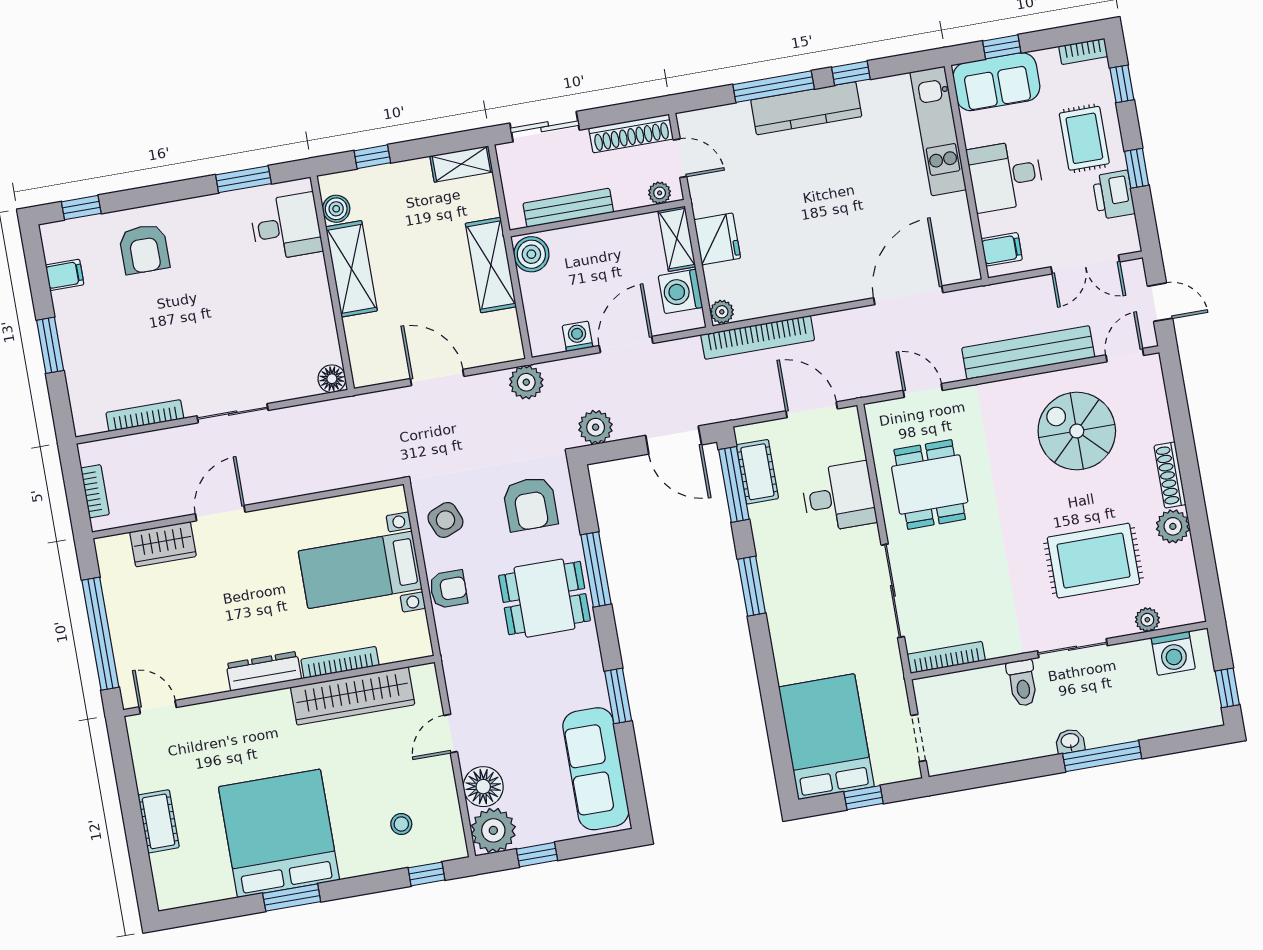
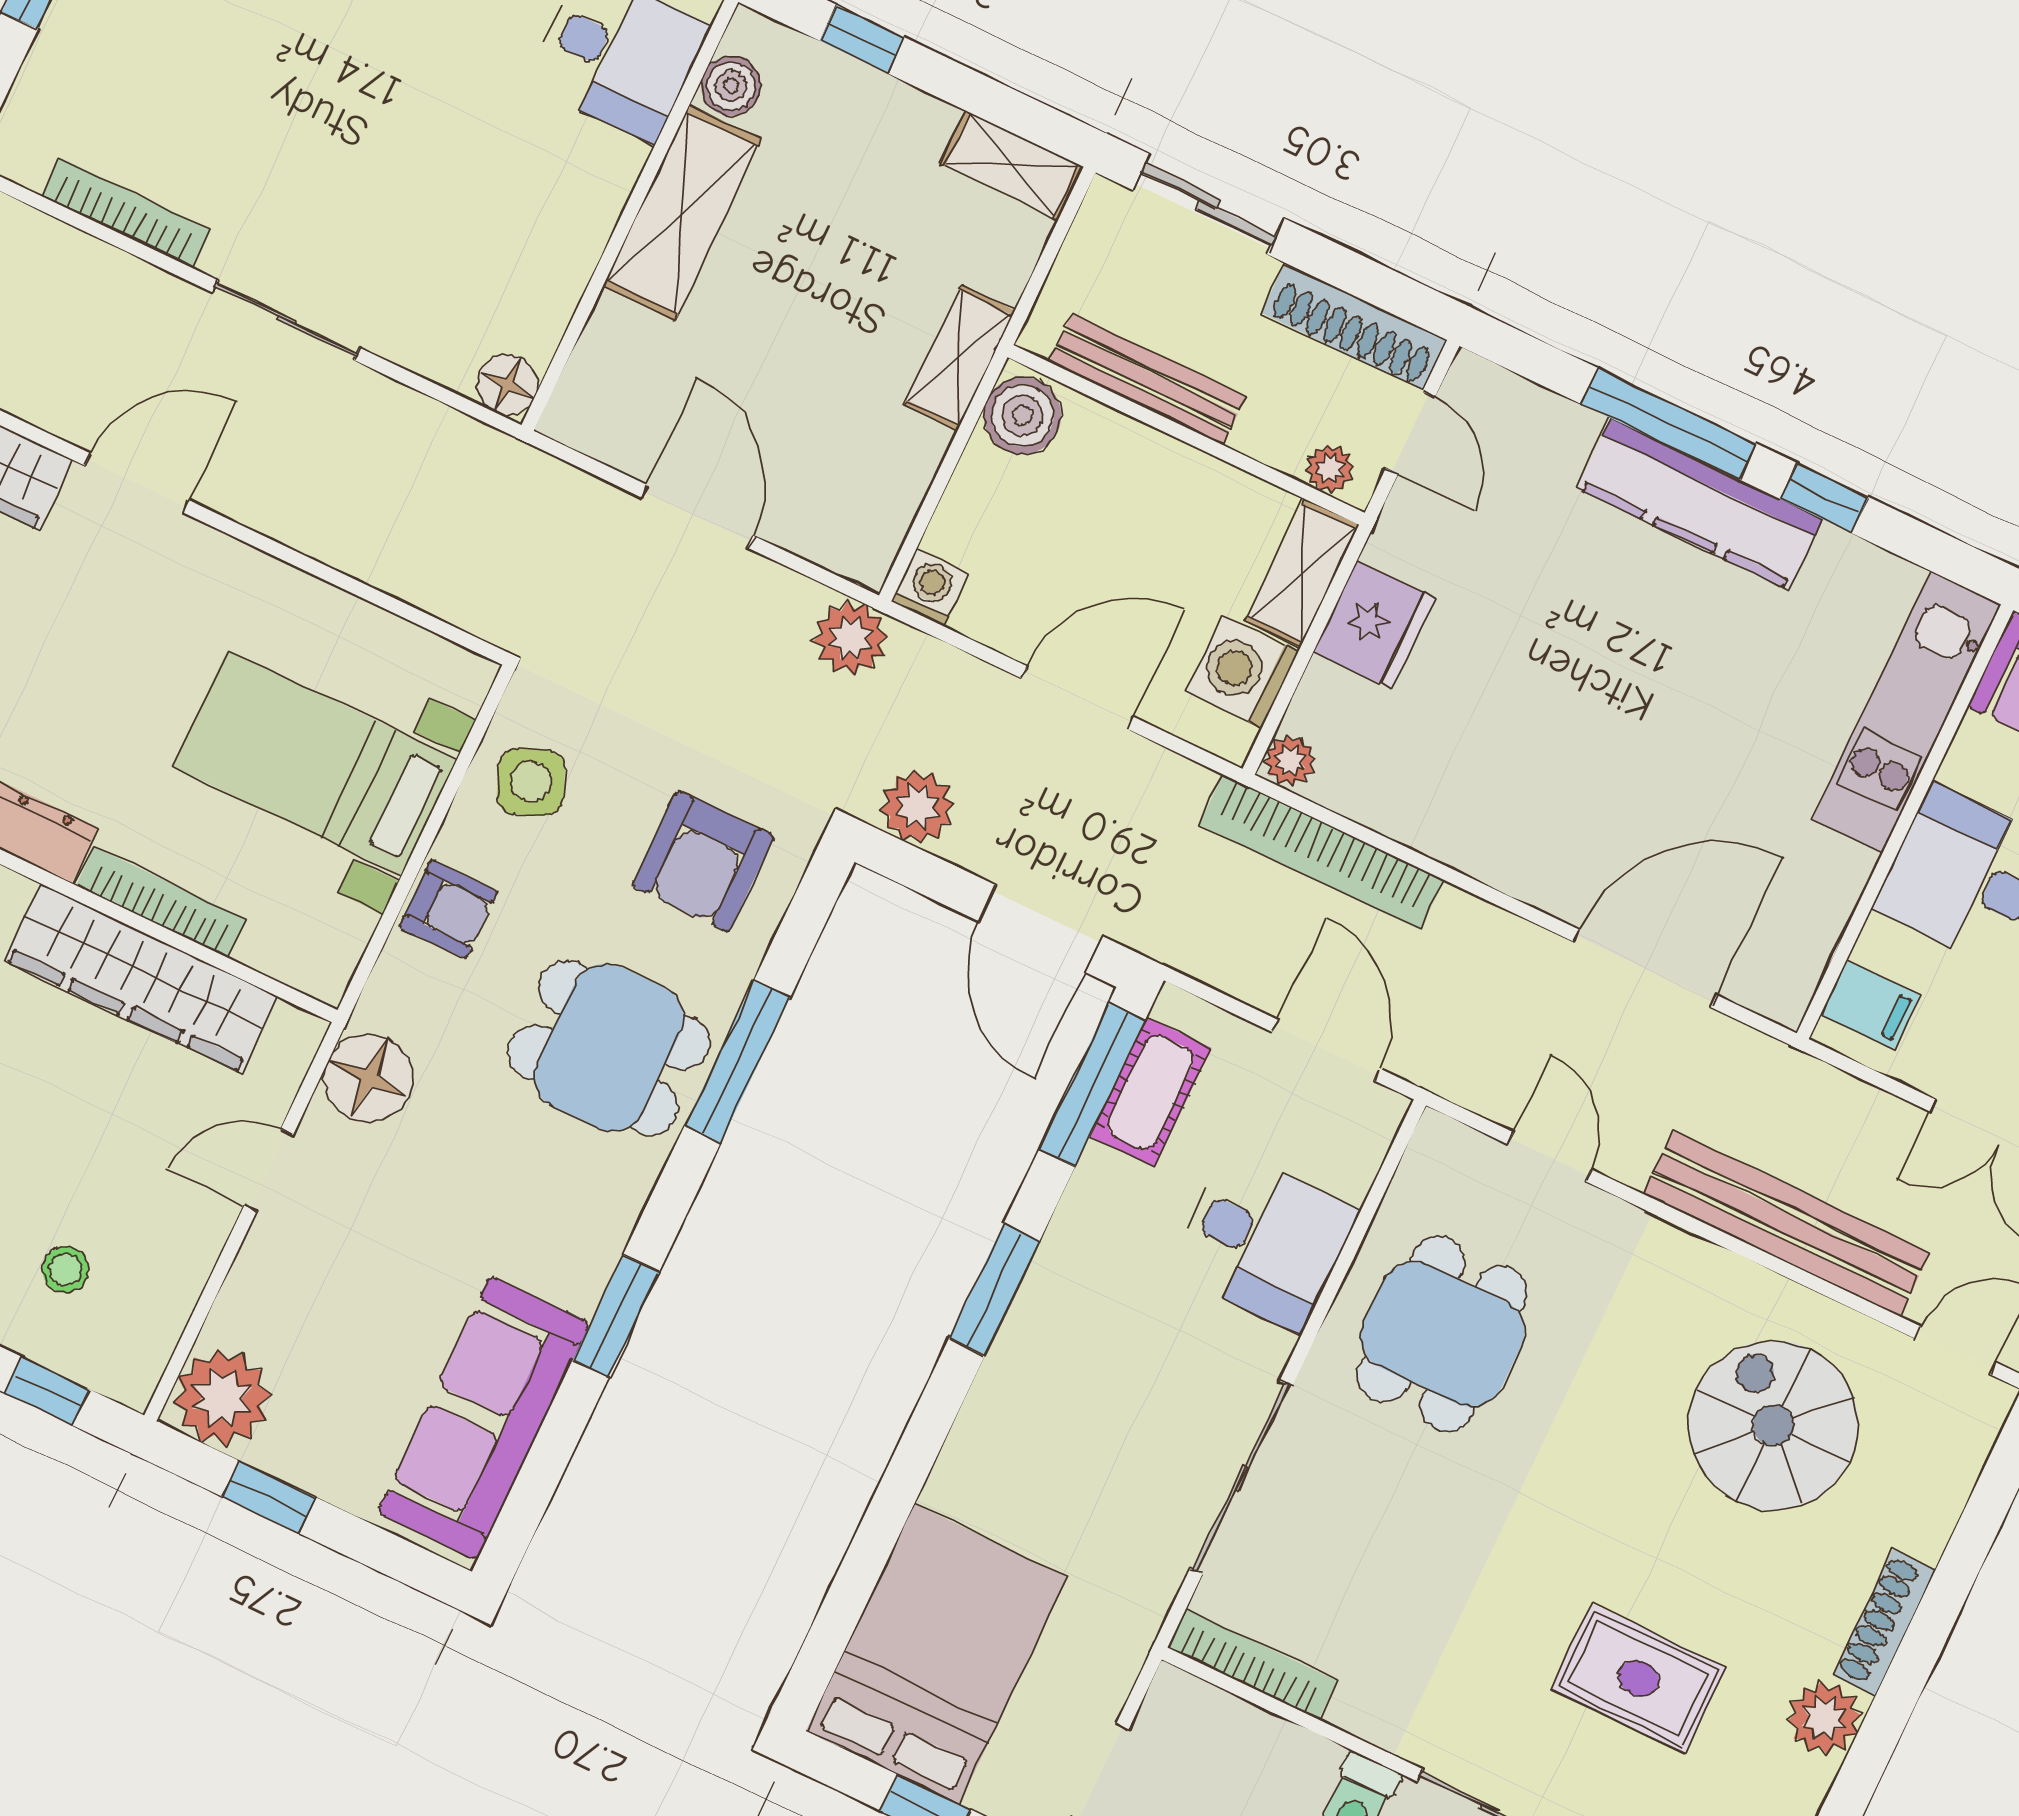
shelving: (491, 265) -> (959, 358), width x0.67, depth x0.75
washing machine: (577, 336) -> (930, 588), moved
rug: (1093, 561) -> (1639, 1678), width x0.73, depth x0.70
floor lamp: (483, 787) -> (369, 1078), moved

